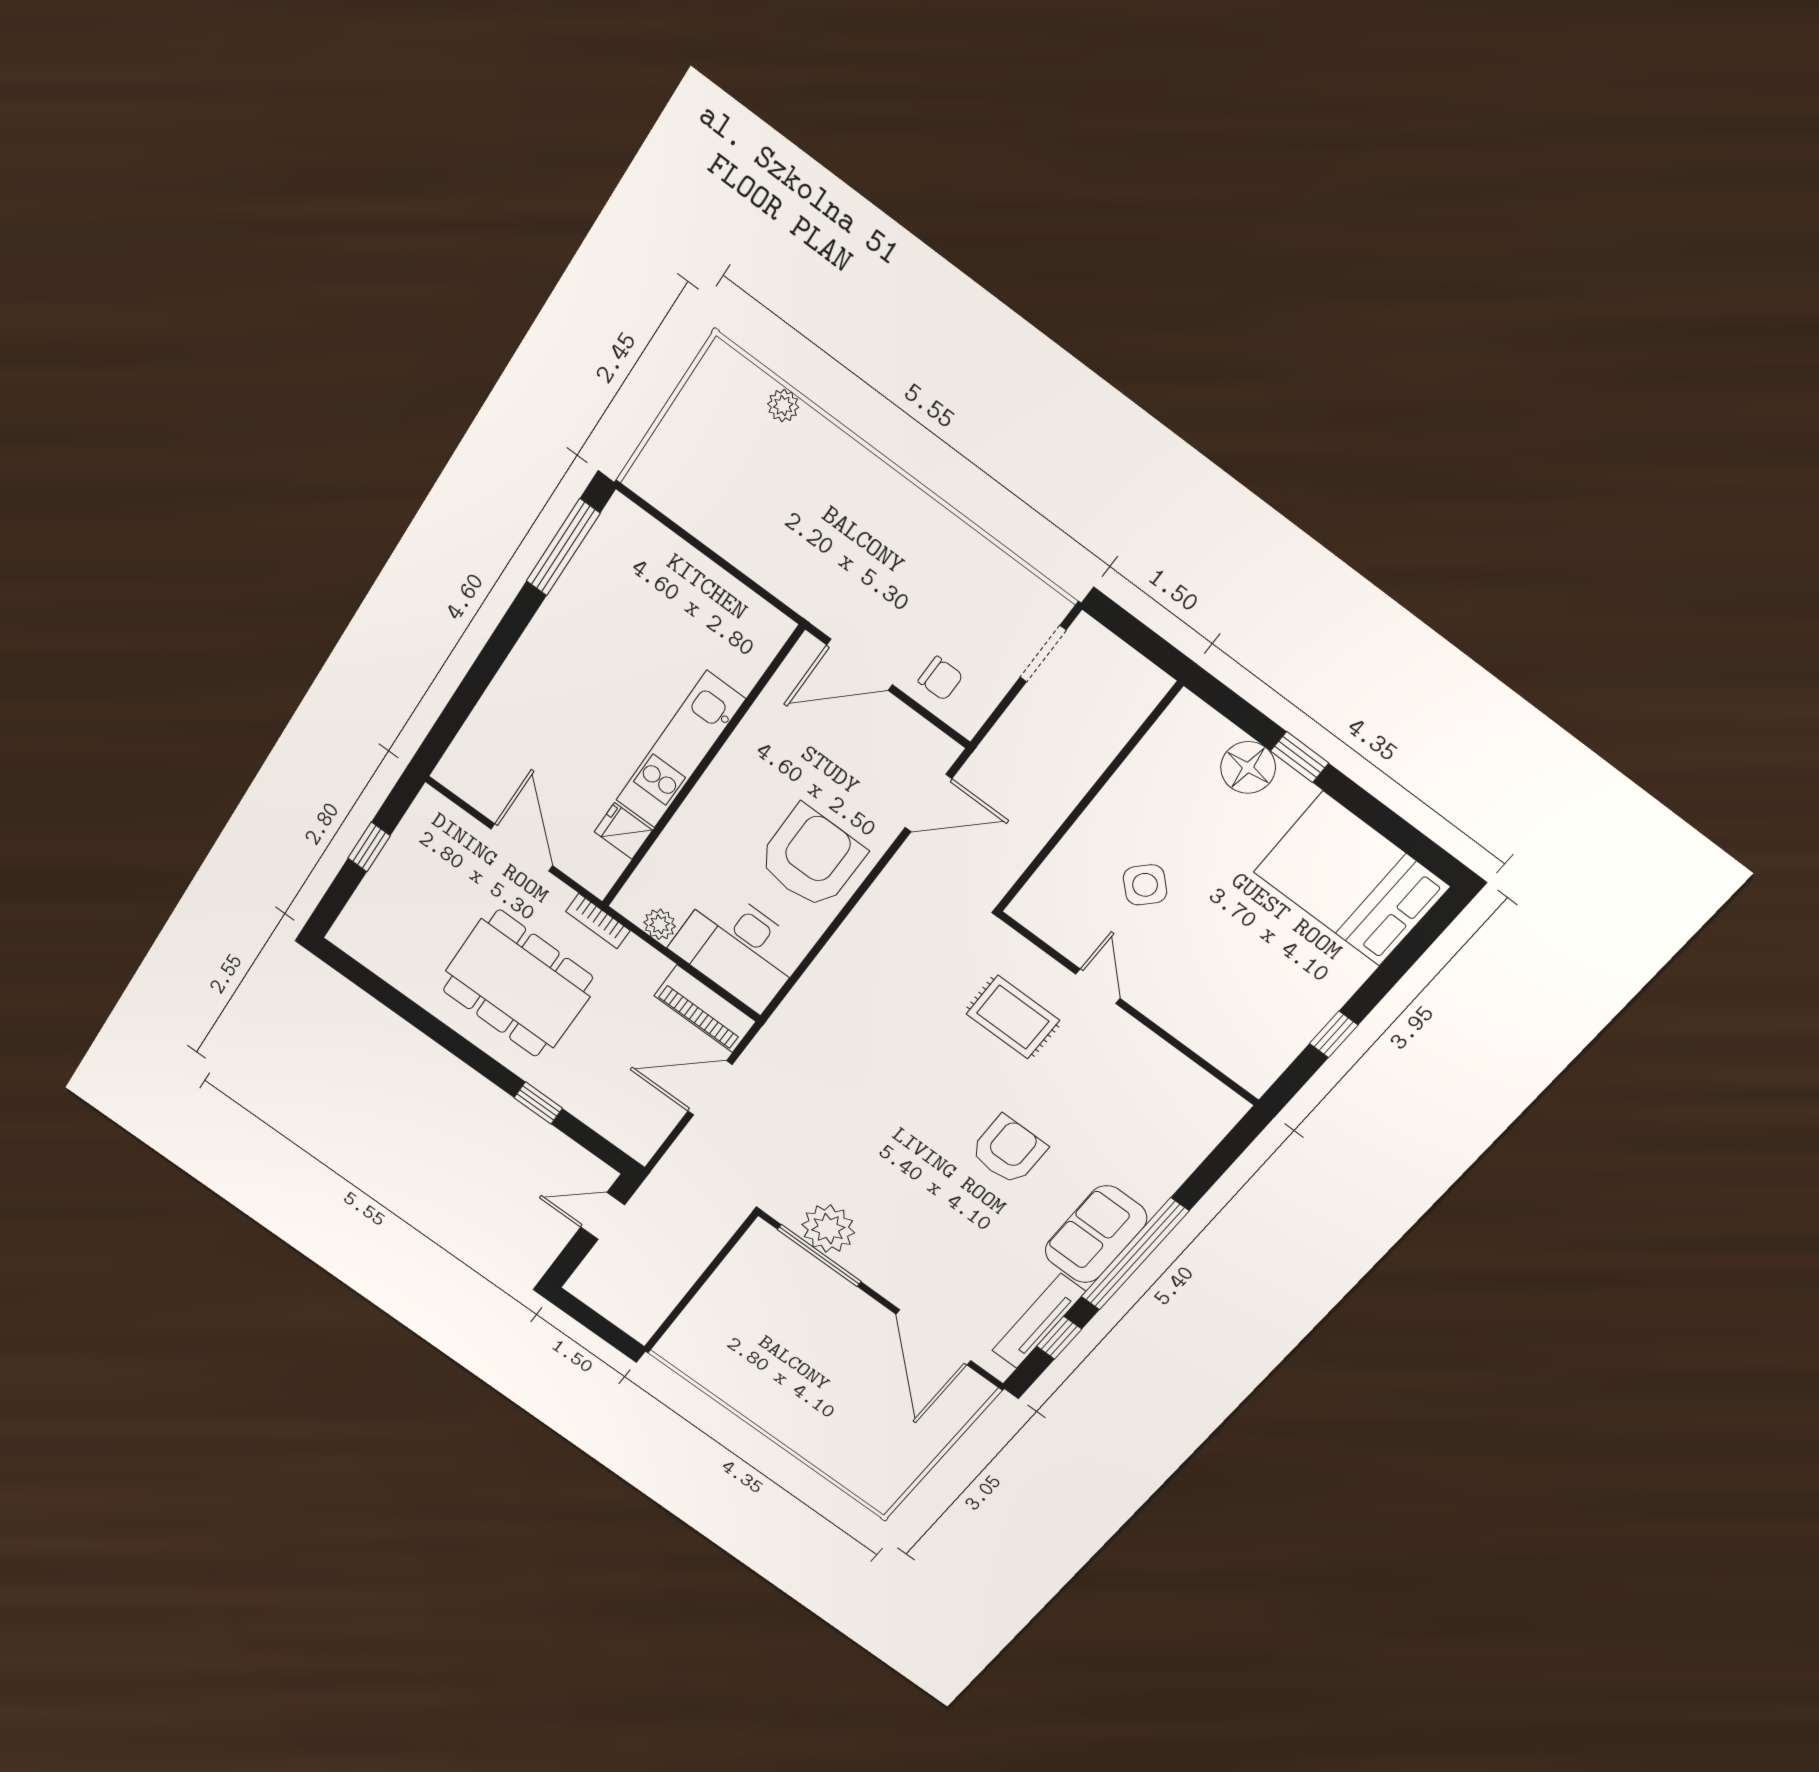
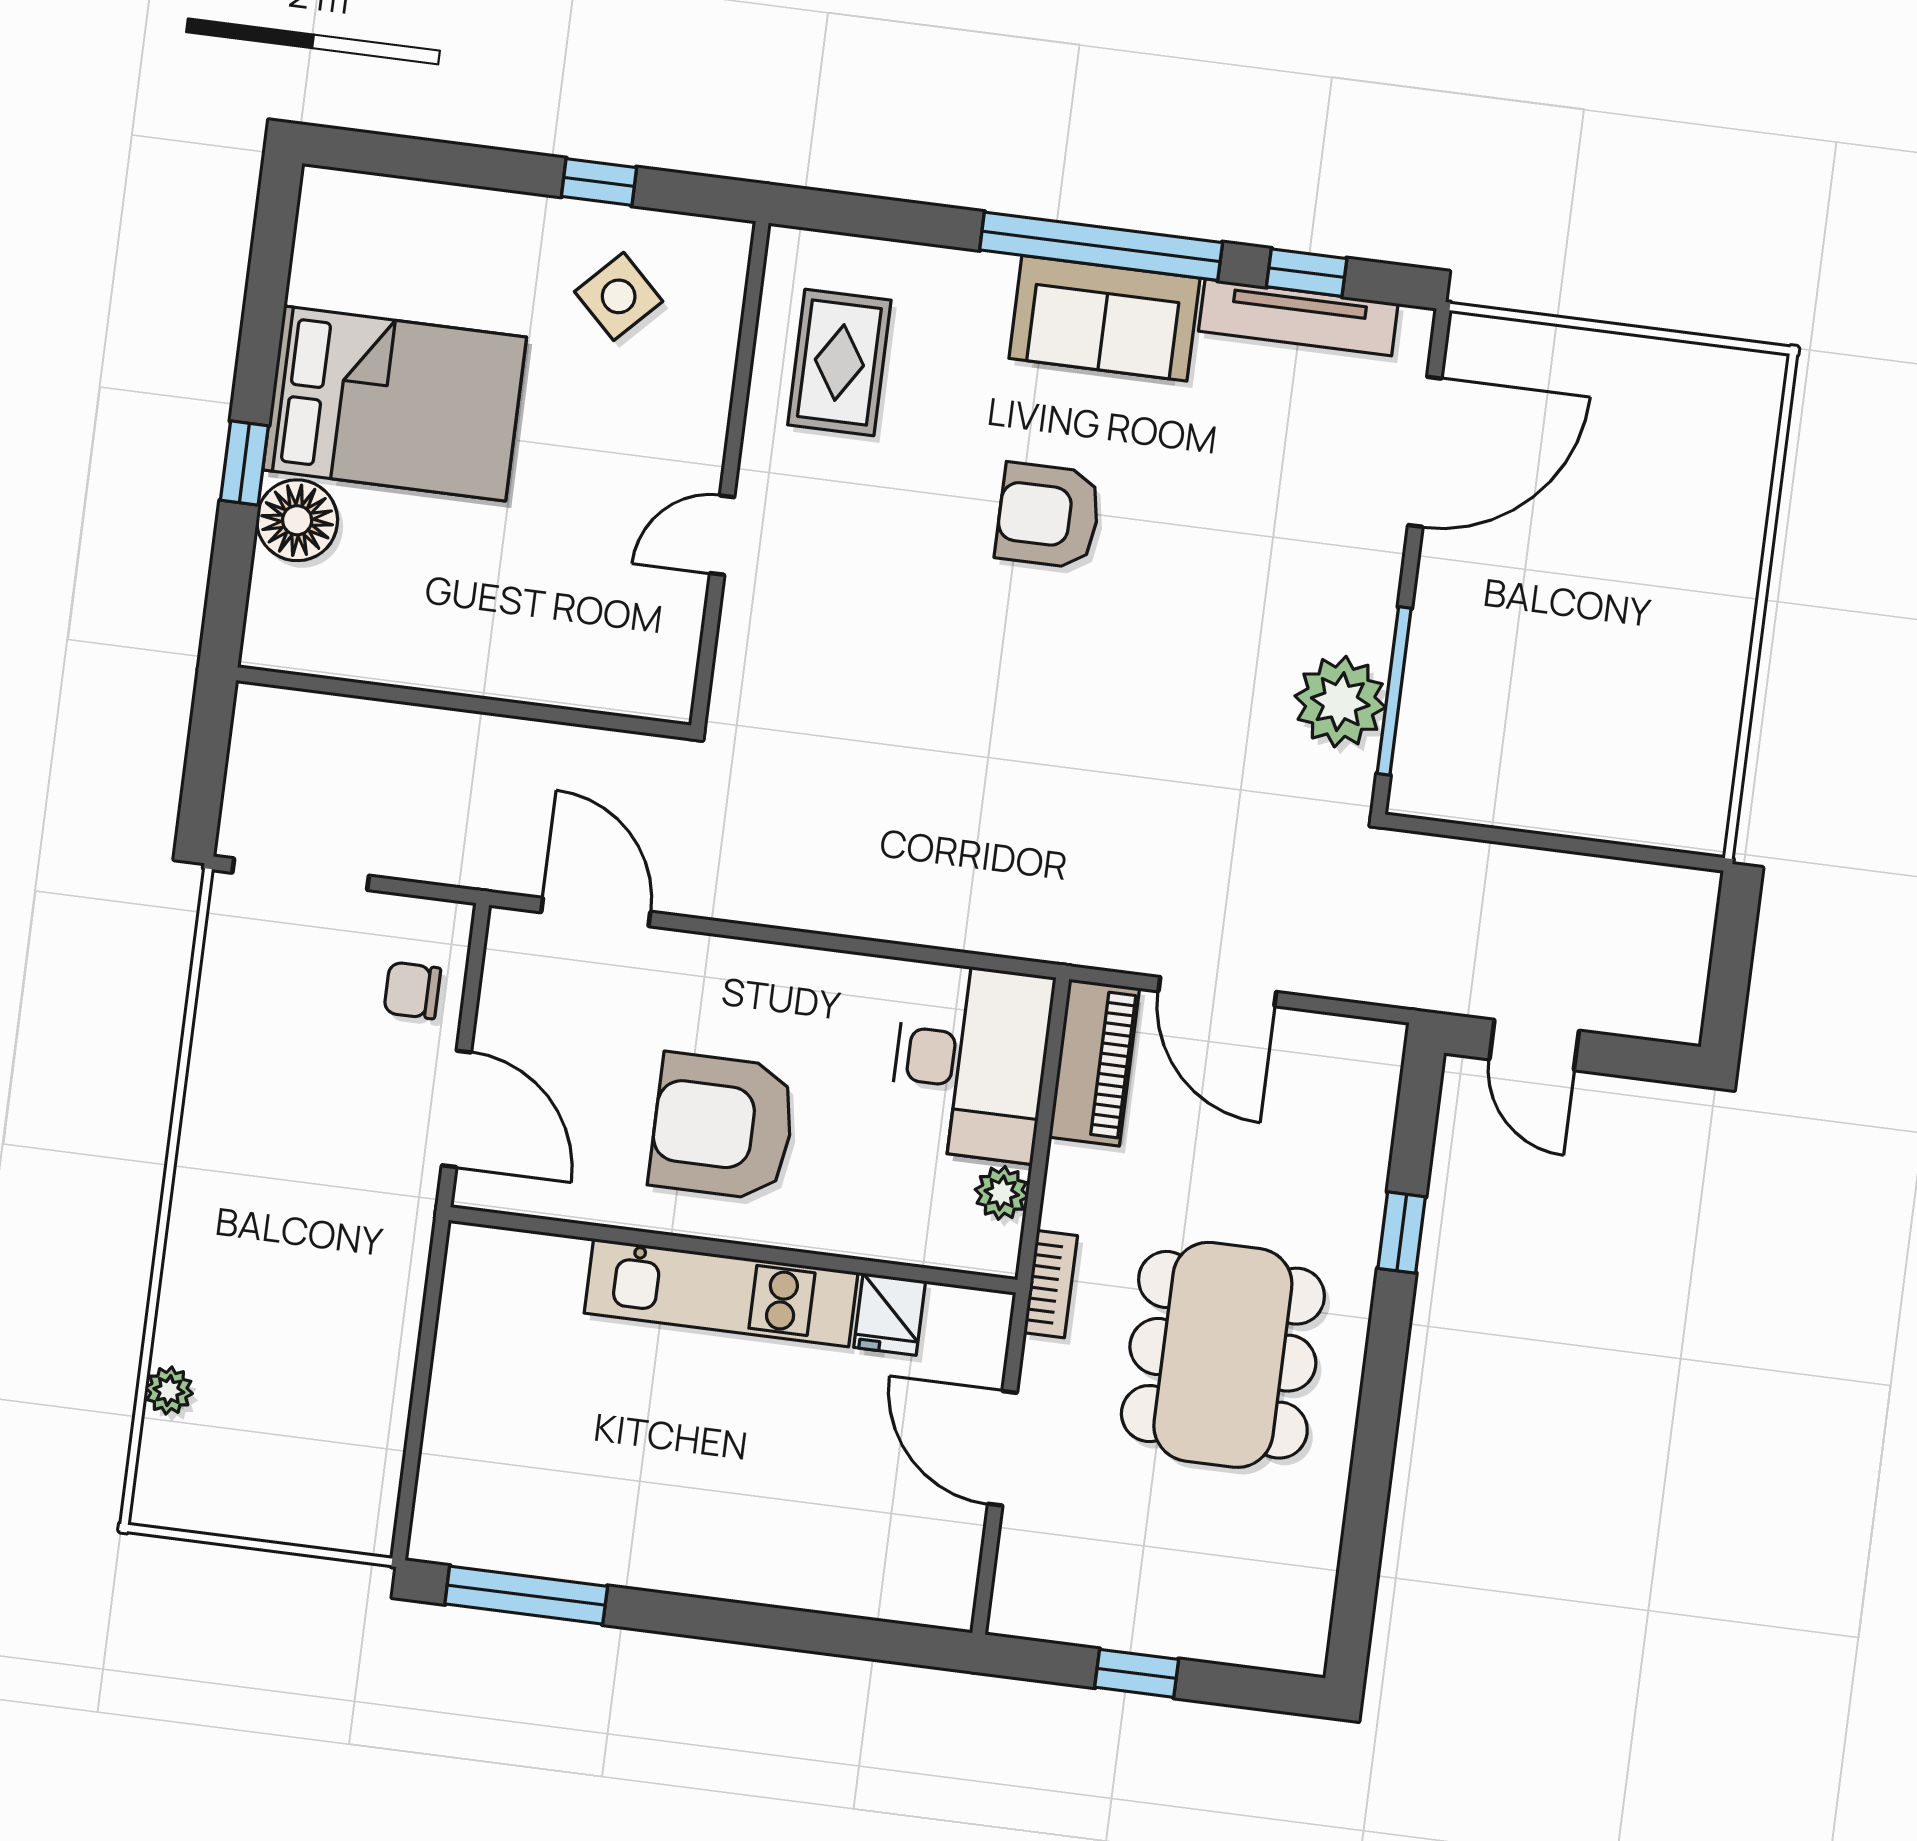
doorway: (1043, 654) -> (301, 874), width x1.38
chair: (941, 678) -> (412, 990), turned -90
door: (522, 847) -> (1002, 1448), hinge flipped
armchair: (811, 857) -> (723, 1127), moved
bed: (1351, 879) -> (395, 403), moved, turned -90
side table: (1145, 885) -> (619, 296), moved
rug: (1013, 1017) -> (839, 362), moved

